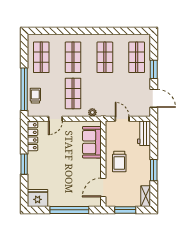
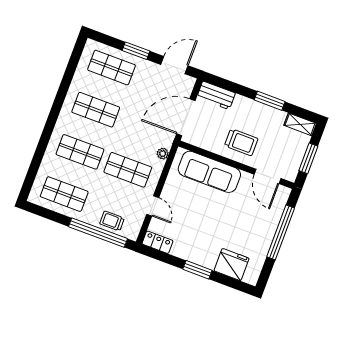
door: (122, 119) -> (186, 117), width x1.88
locker: (32, 136) -> (157, 242), width x0.66
sofa: (92, 142) -> (209, 172), width x1.36
fridge: (38, 198) -> (232, 265), moved, turned 90

